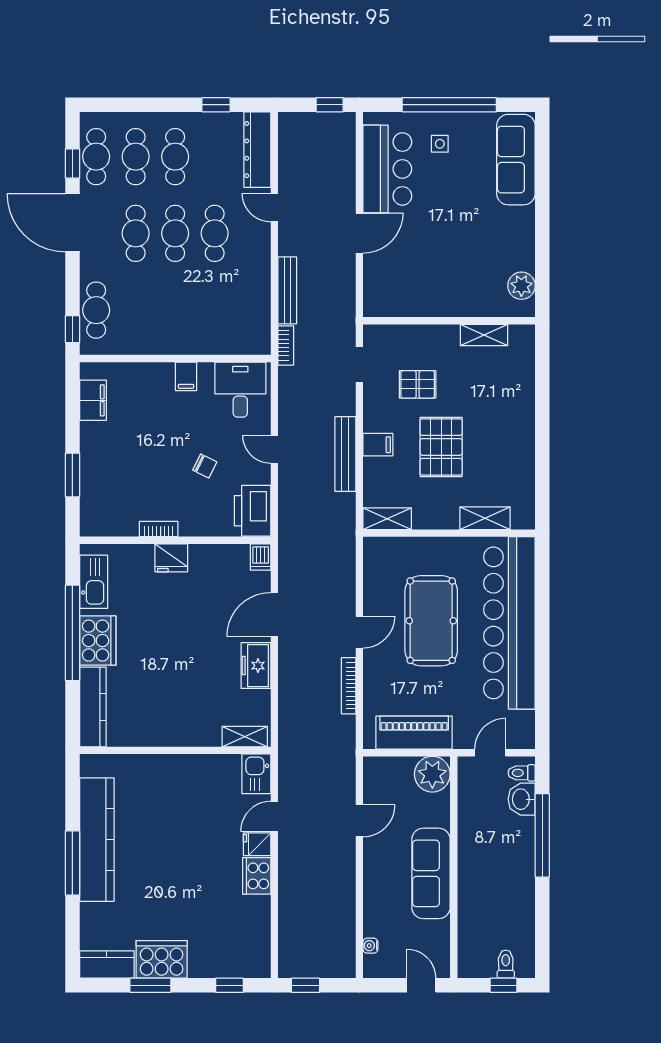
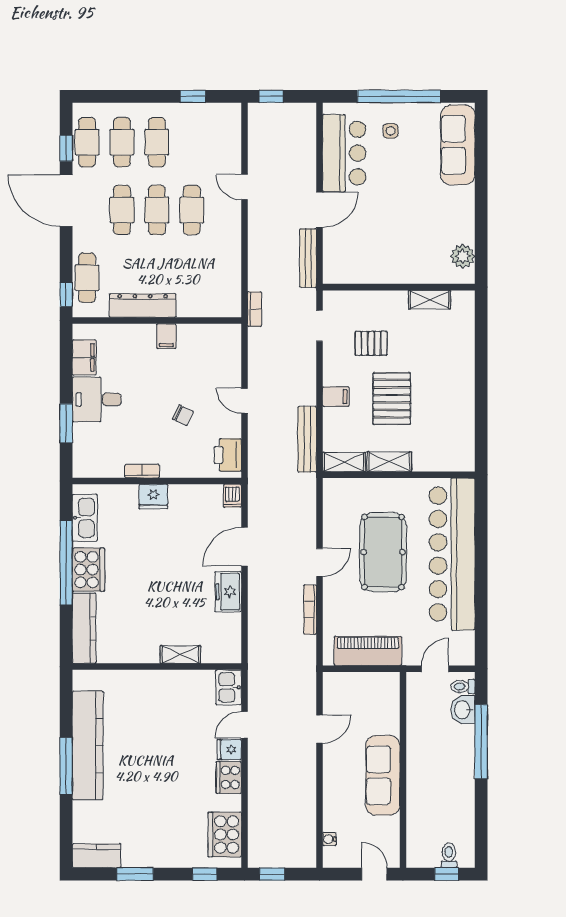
window: (330, 105) -> (271, 96), moved
dresser: (257, 150) -> (143, 305), moved, turned 90
bench: (287, 290) -> (308, 258), moved
desk: (240, 390) -> (97, 399), moved, turned -90
bench: (345, 454) -> (307, 439), moved
printer: (253, 511) -> (228, 455), width x0.73, depth x0.84
shelving: (485, 518) -> (389, 462), moved
shelving: (245, 737) -> (180, 654), moved
plant: (432, 774) -> (384, 688), removed
cooker: (162, 959) -> (225, 835), moved, turned -90

